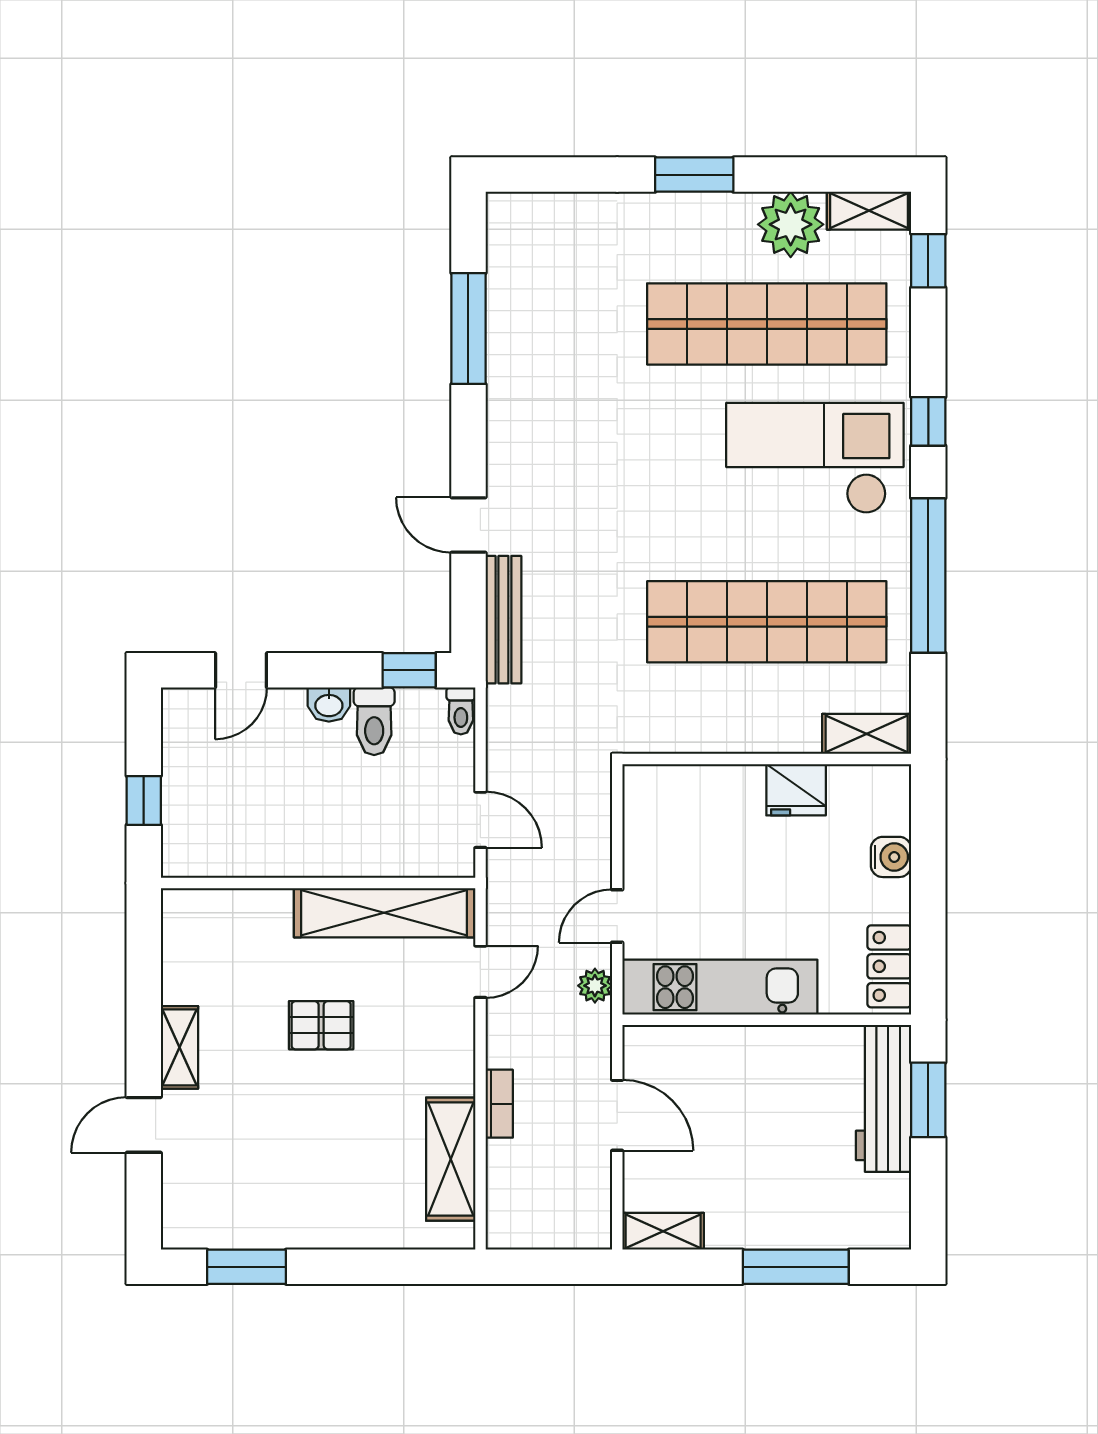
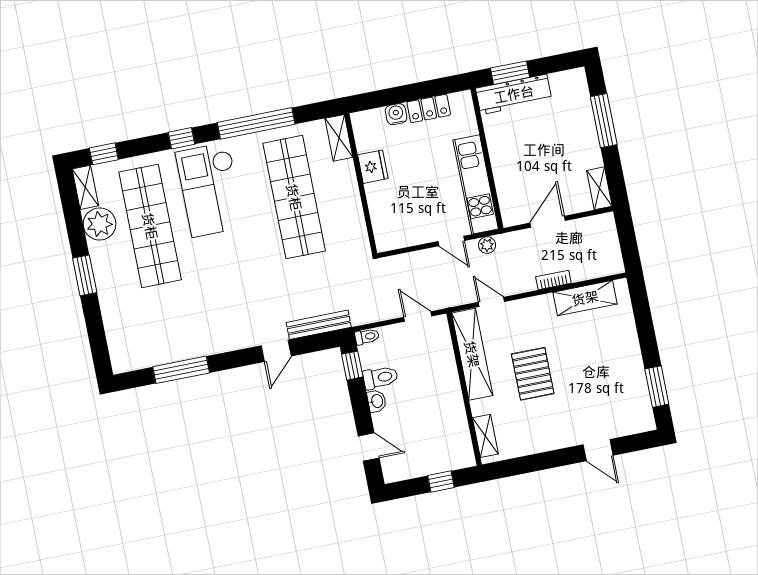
door: (480, 820) -> (418, 317), hinge flipped
locker: (889, 966) -> (429, 109), moved
pallet: (321, 1025) -> (533, 374), width x1.50, depth x1.42
shelving: (179, 1047) -> (485, 436), moved, turned 90

